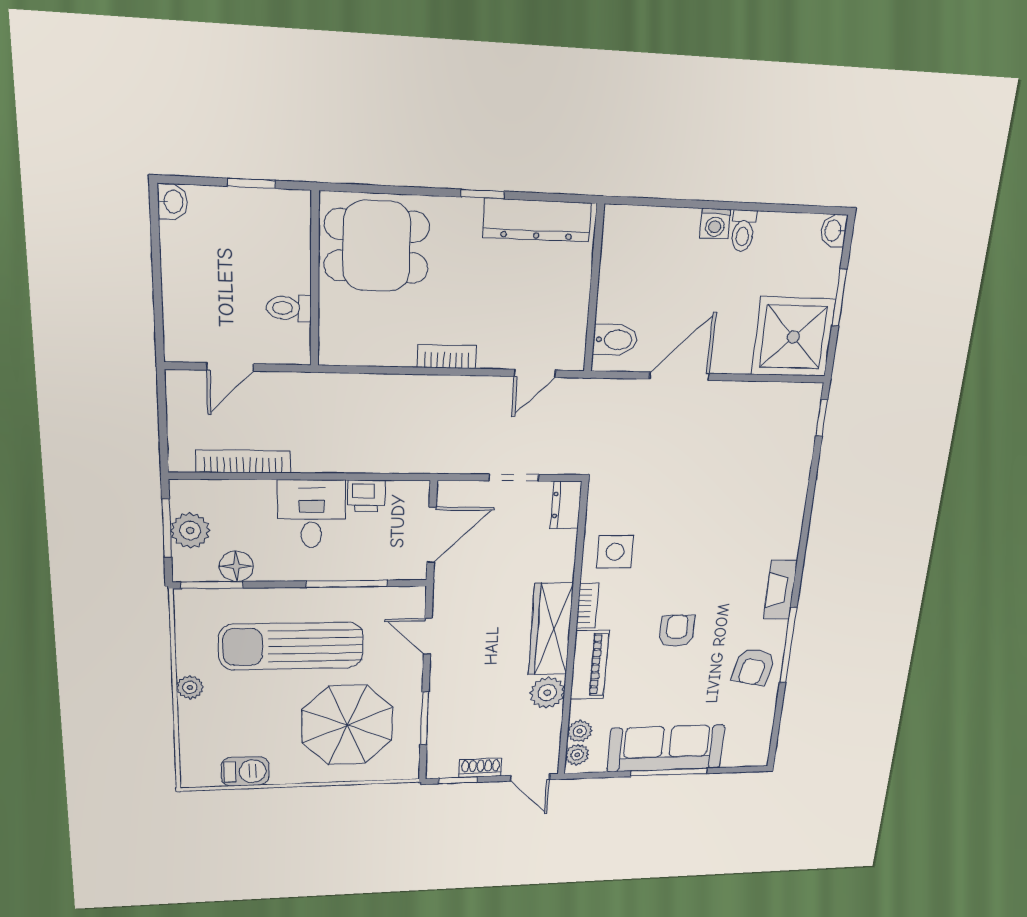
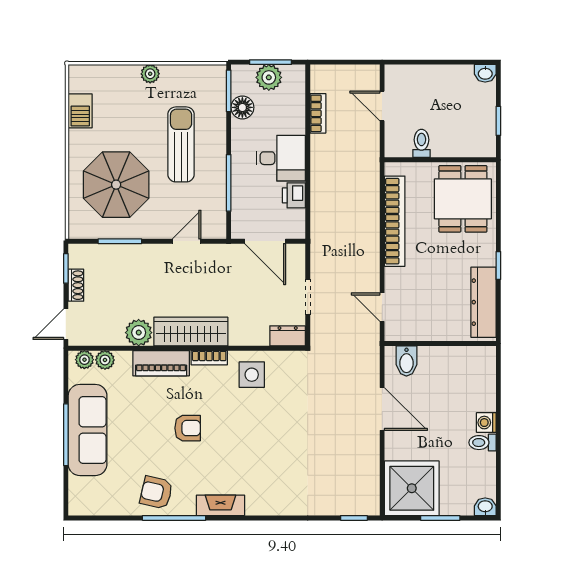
bookcase: (447, 357) -> (395, 221), width x2.31, depth x1.31
bookcase: (243, 461) -> (318, 113), width x0.64
sun lounger: (291, 646) -> (181, 144), width x0.73, depth x0.75

